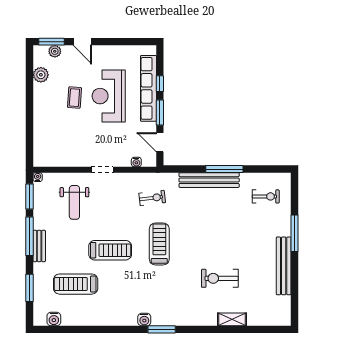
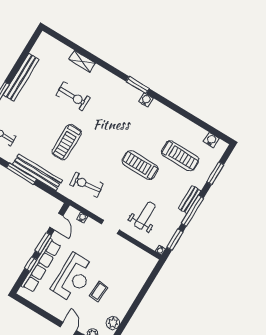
exercise bike: (152, 198) -> (87, 185), width x1.38, depth x1.39
treadmill: (159, 244) -> (67, 142), moved

